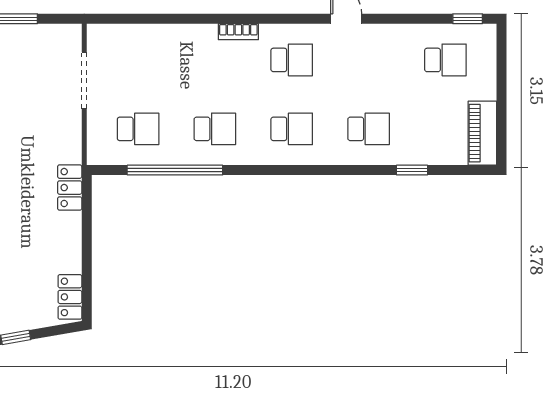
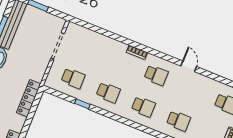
window: (175, 170) -> (82, 104), width x0.32
locker: (70, 188) -> (29, 98), width x1.53

